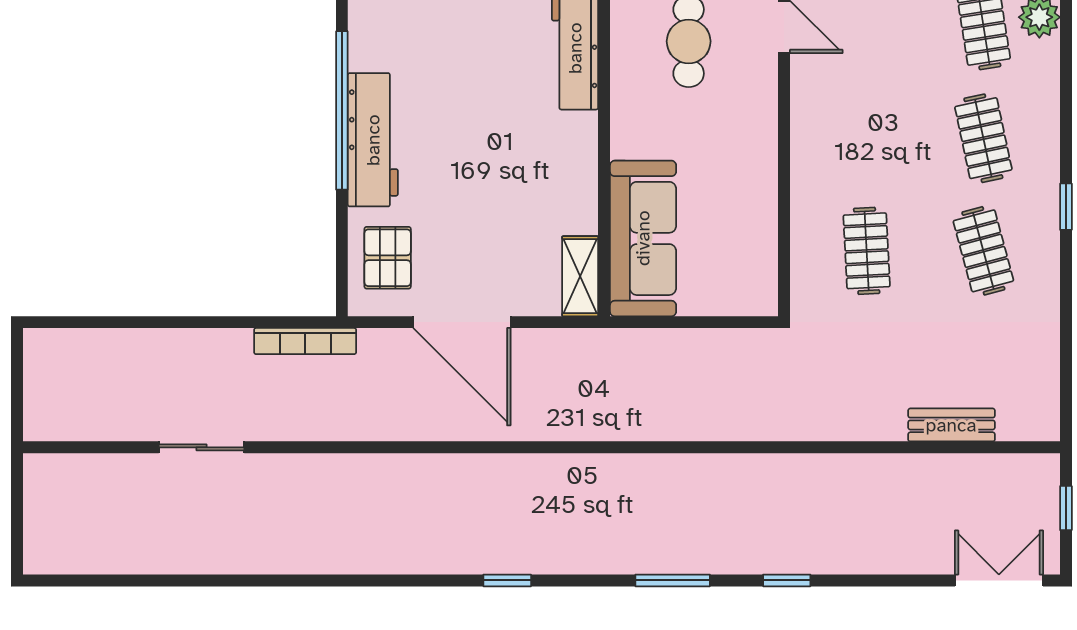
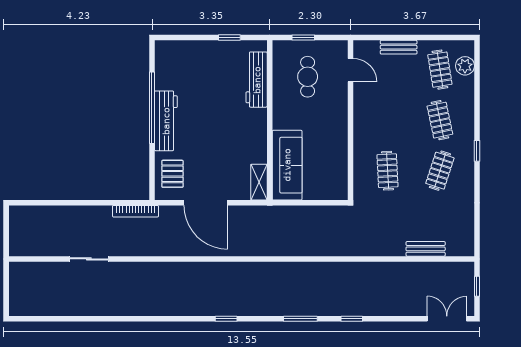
clothes rail: (983, 251) -> (440, 171), turned 33

